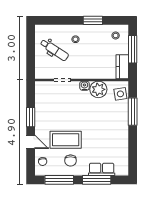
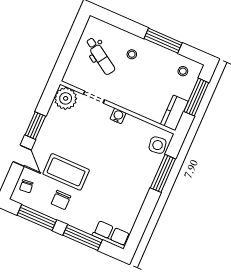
window: (93, 20) -> (163, 41), width x1.44
plant: (98, 89) -> (66, 98), moved
row of seats: (102, 169) -> (111, 235), moved

